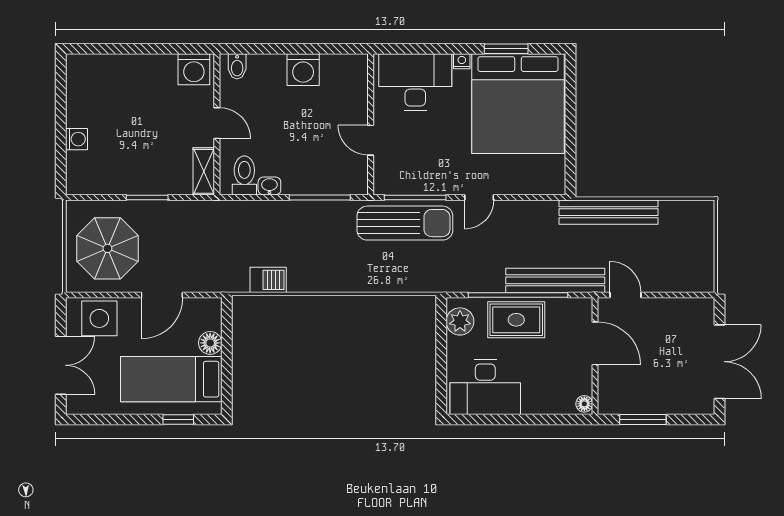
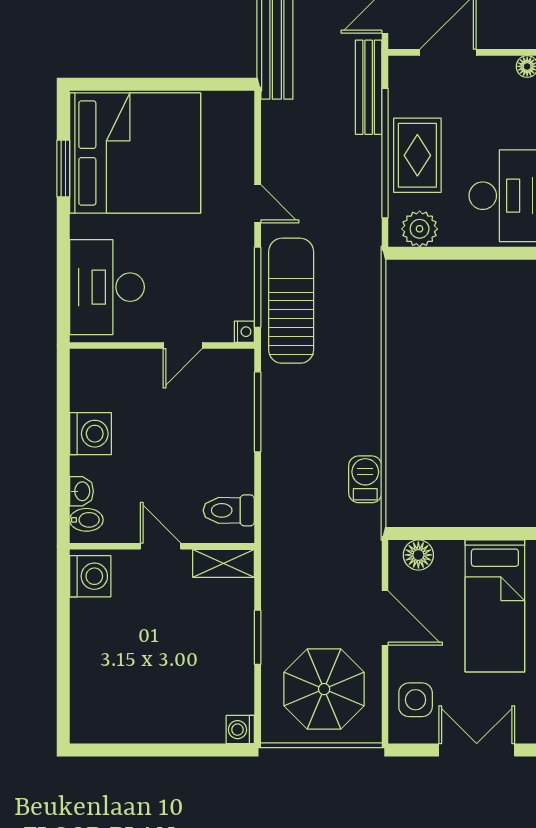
nightstand: (462, 61) -> (244, 332), moved, turned 180
door: (217, 123) -> (161, 546), hinge flipped
washing machine: (76, 139) -> (240, 730), moved, turned -90
washbasin: (269, 186) -> (82, 491), moved, turned 180
bench: (555, 280) -> (369, 87), width x0.73, depth x0.82
side table: (99, 318) -> (416, 700), width x0.73, depth x0.73
floor lamp: (210, 343) -> (418, 555), moved

